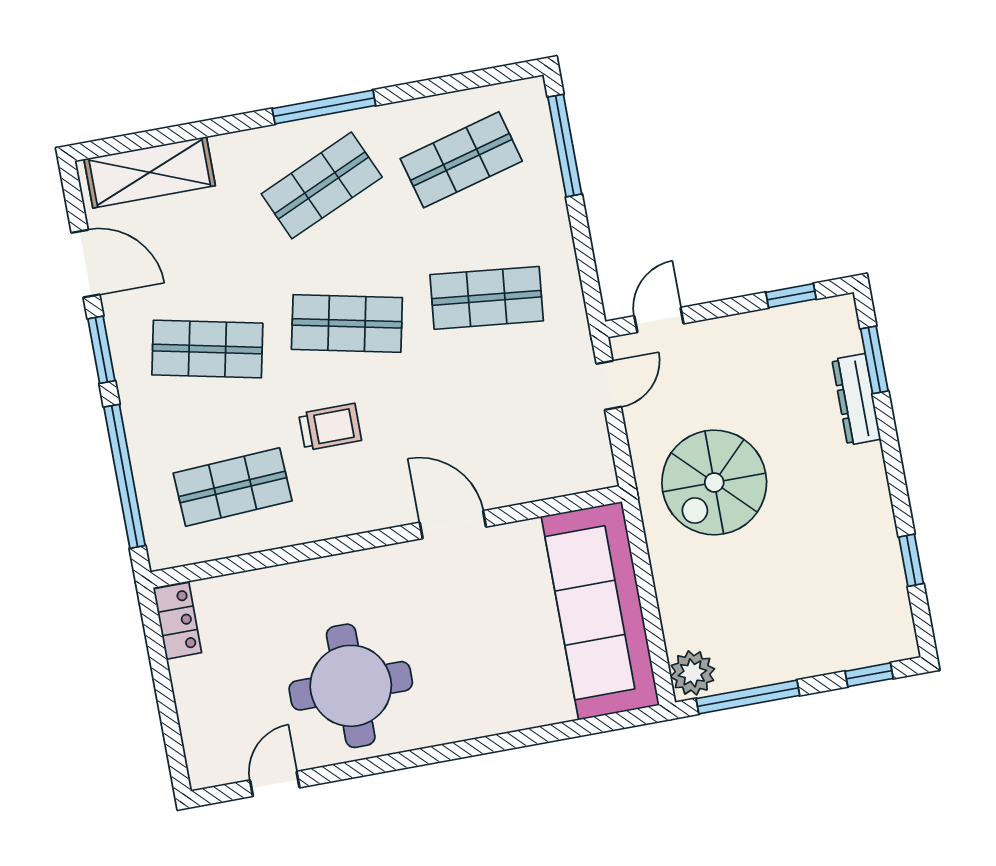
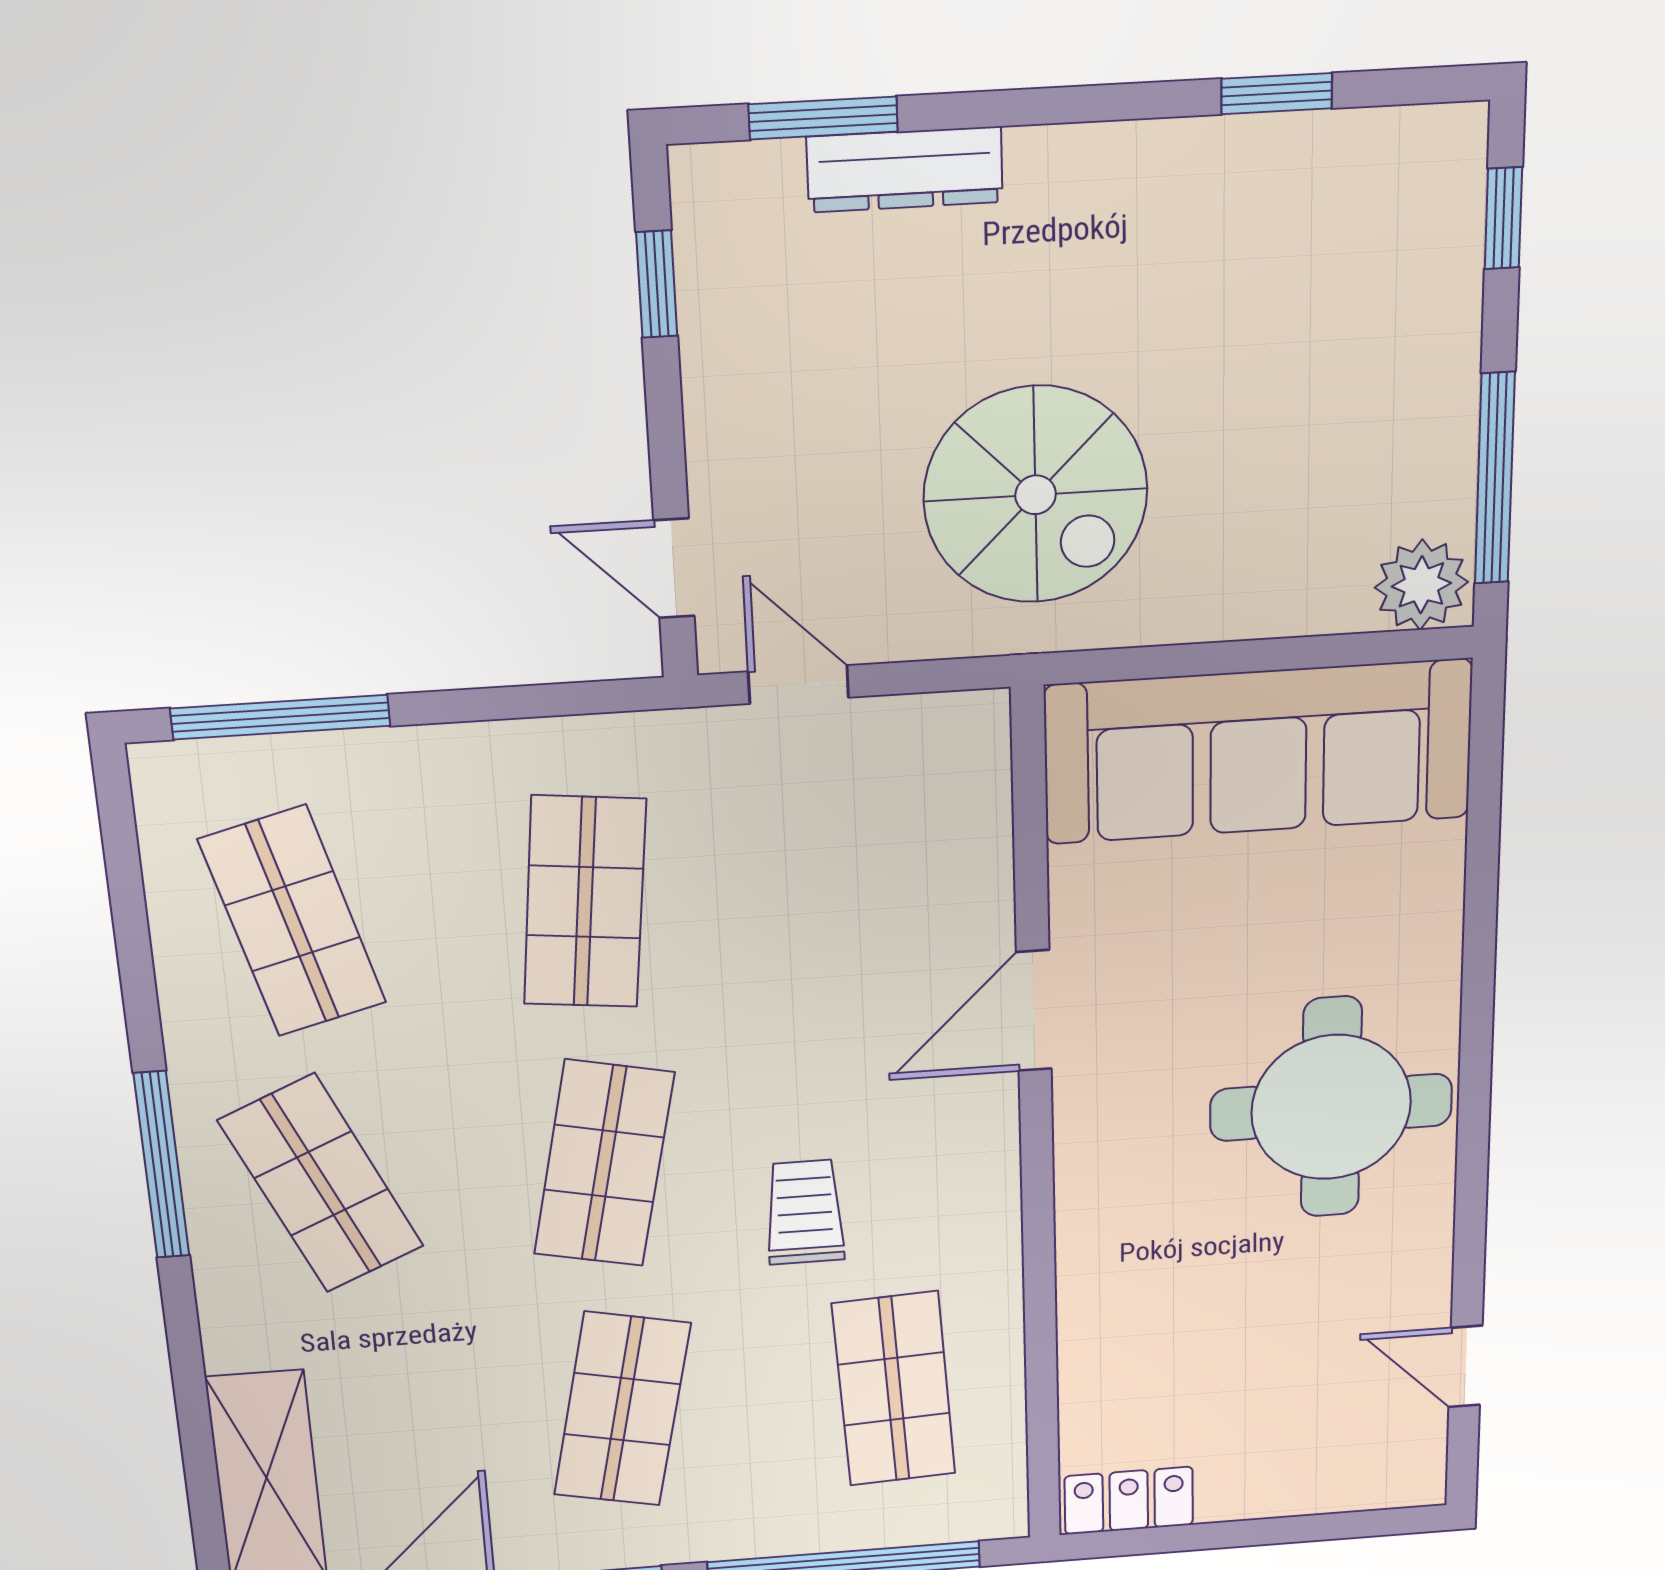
round table: (351, 686) -> (1331, 1107), moved

